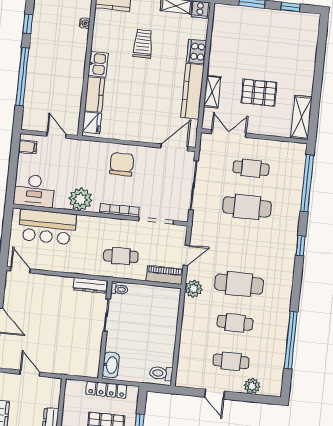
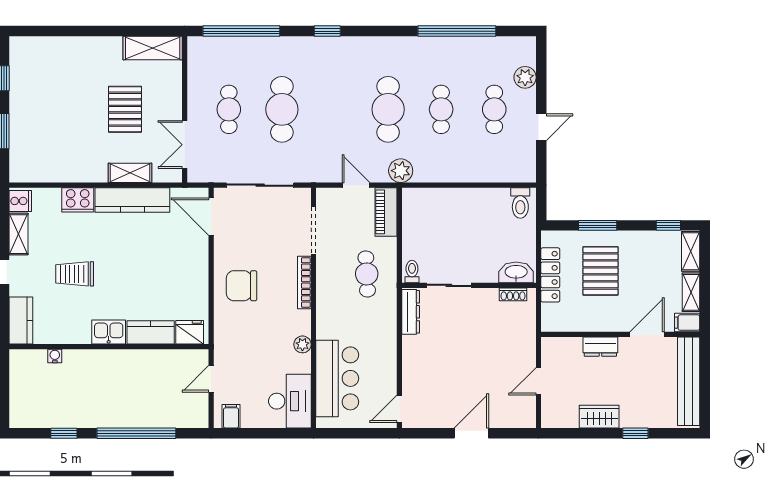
plant: (80, 199) -> (302, 344), width x0.53, depth x0.53
shoe rack: (95, 361) -> (513, 294), added

